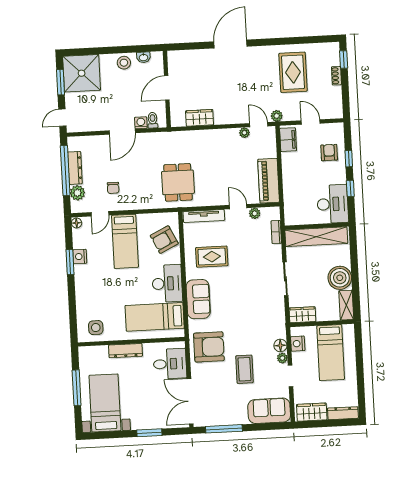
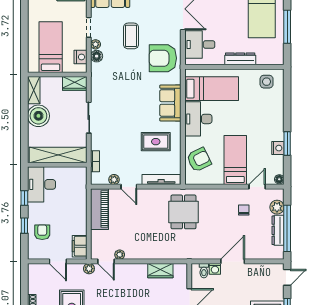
armchair: (329, 153) -> (42, 232), turned 180

